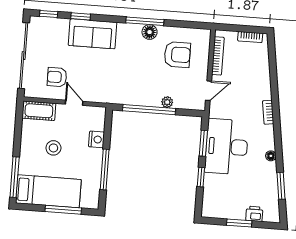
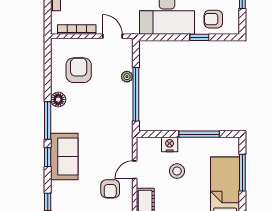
window: (81, 16) -> (48, 157), moved
window: (145, 21) -> (48, 121), moved
window: (203, 143) -> (165, 37), removed
stool: (53, 148) -> (177, 171), moved
armchair: (218, 192) -> (213, 19), added

